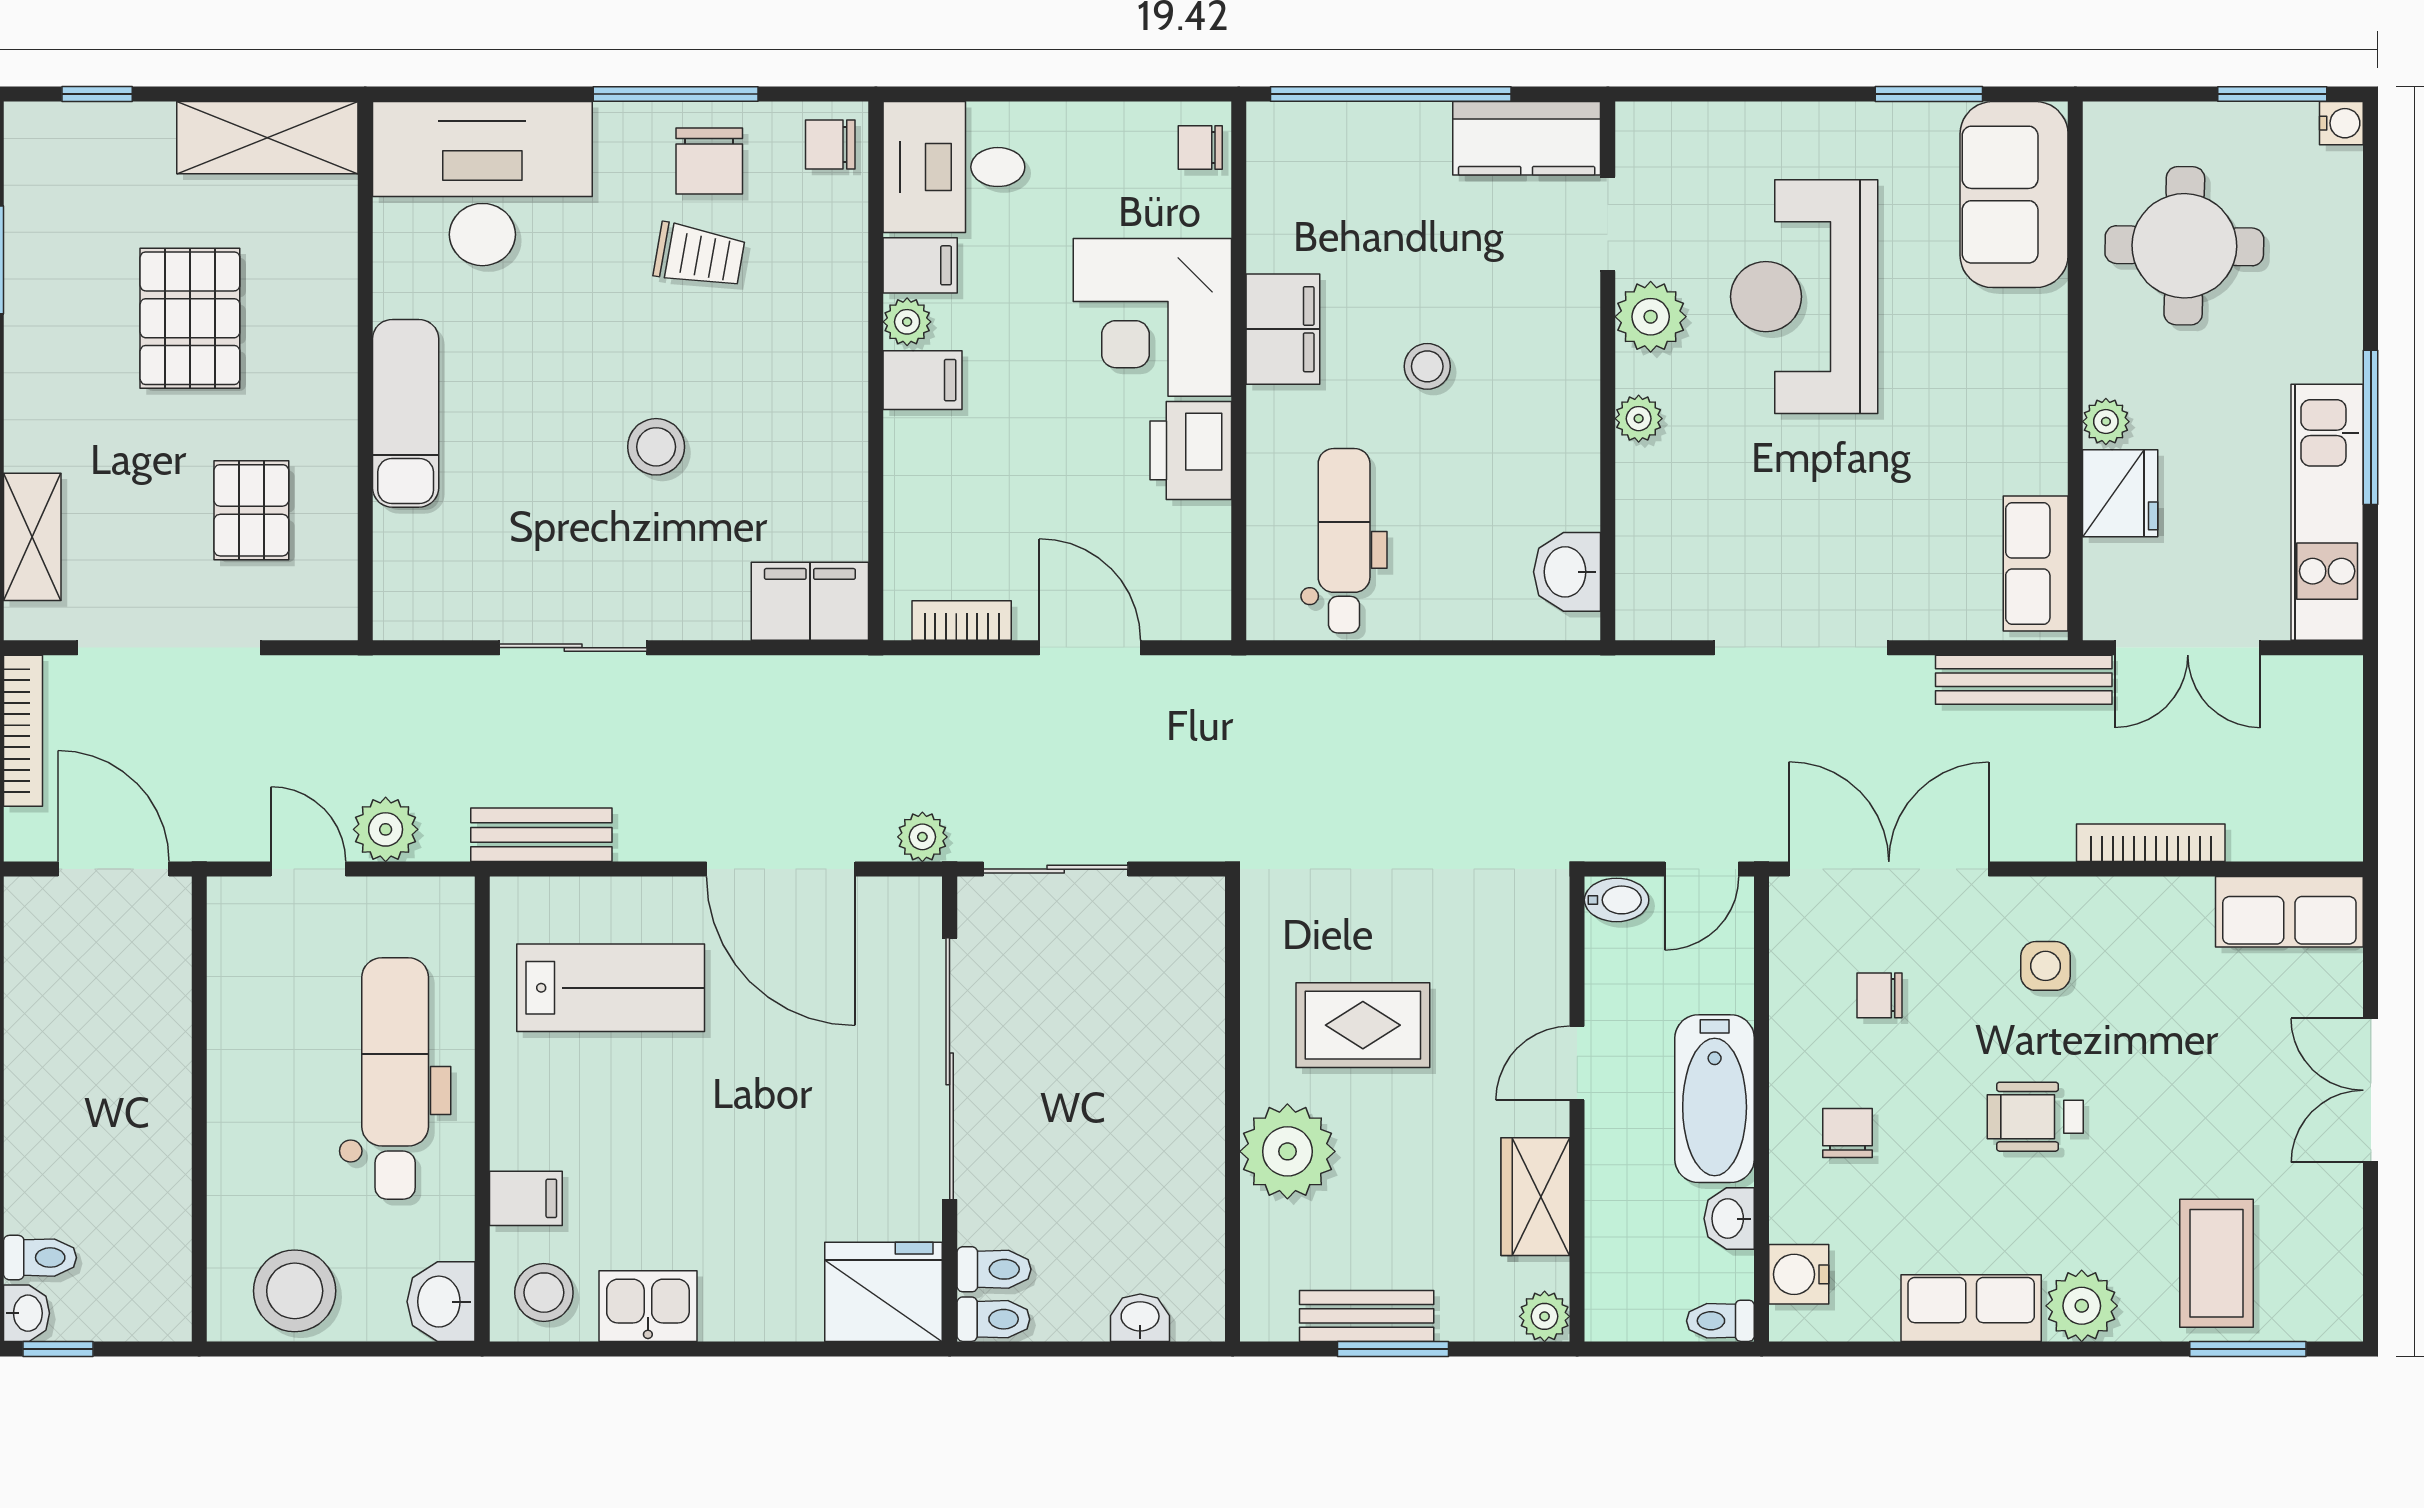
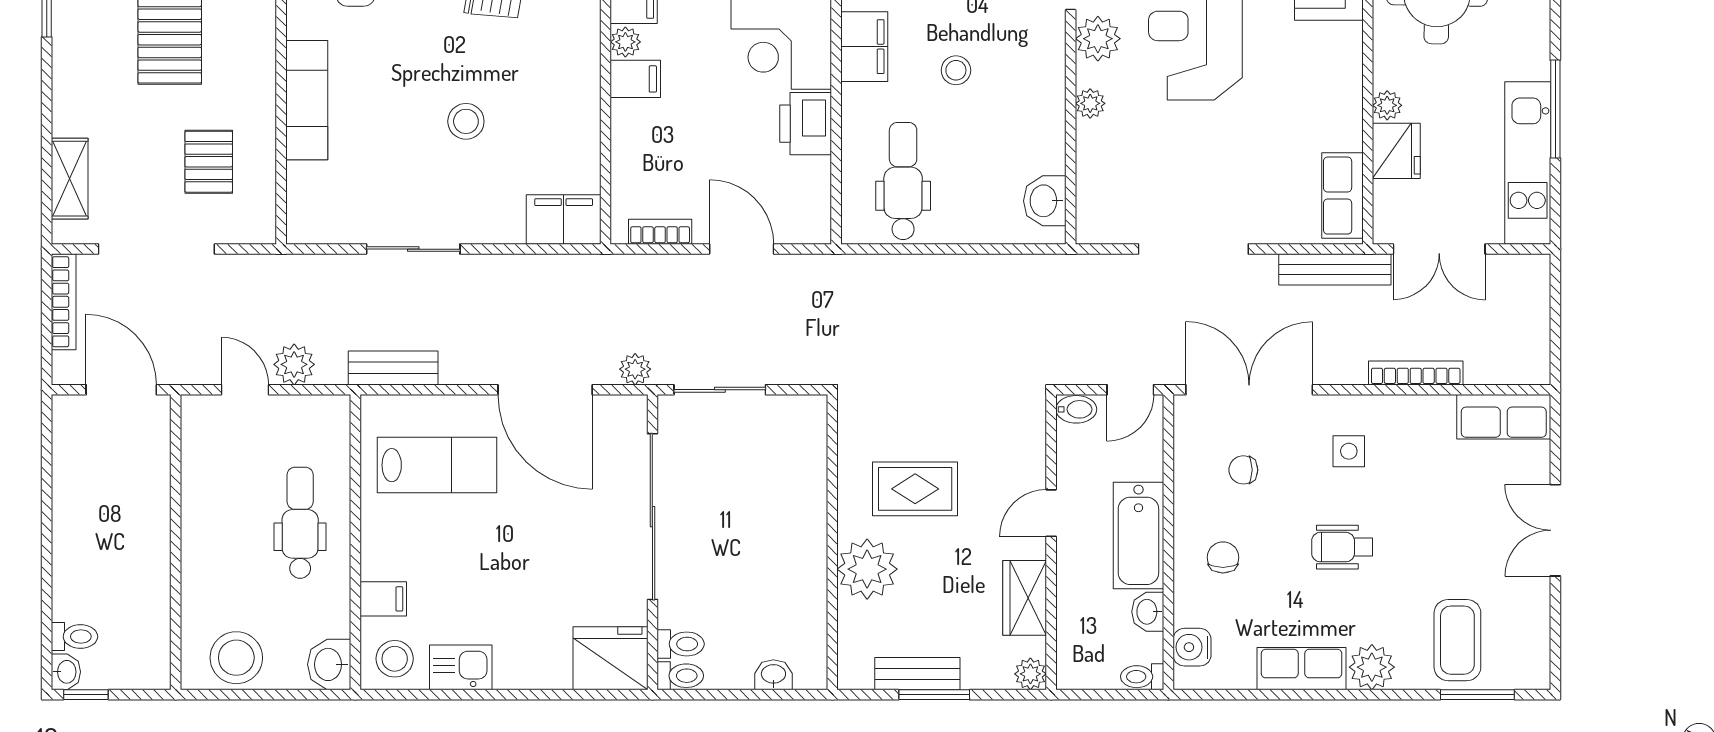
dental chair: (395, 1078) -> (300, 523), width x0.73, depth x0.72

